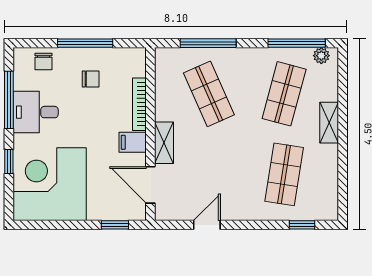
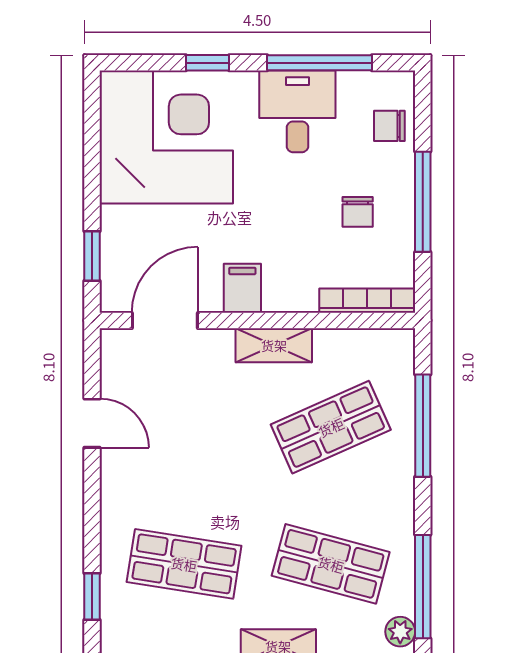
bookcase: (139, 104) -> (367, 301), moved
shelving: (164, 143) -> (274, 345), moved

